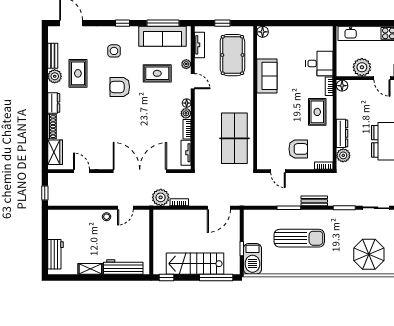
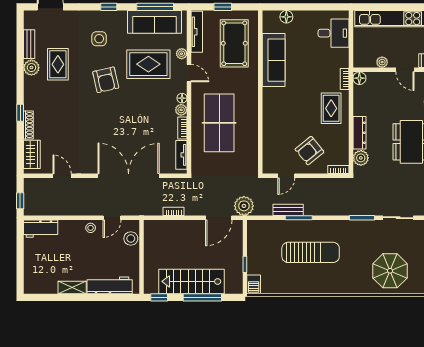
floor lamp: (263, 32) -> (286, 17), moved
tv unit: (200, 45) -> (197, 32), width x1.41
desk: (319, 63) -> (334, 33), moved
plant: (362, 67) -> (382, 62), width x0.53, depth x0.53
rug: (157, 73) -> (148, 64), width x1.36, depth x1.43
sofa: (267, 76) -> (274, 60), width x1.36
armchair: (120, 87) -> (106, 80), turned -103
dresser: (54, 103) -> (30, 98), removed
window: (45, 116) -> (20, 113), added
table tennis table: (234, 138) -> (219, 123), moved
armchair: (298, 149) -> (309, 151), turned 141
door: (278, 171) -> (286, 176), hinge flipped
plant: (161, 197) -> (244, 206), moved
bench: (314, 201) -> (288, 210), moved
stool: (142, 226) -> (131, 239), added
workbench: (56, 254) -> (41, 229), moved, turned 90
barbecue: (252, 259) -> (254, 284), width x0.53, depth x0.65
window: (216, 277) -> (202, 297), moved

